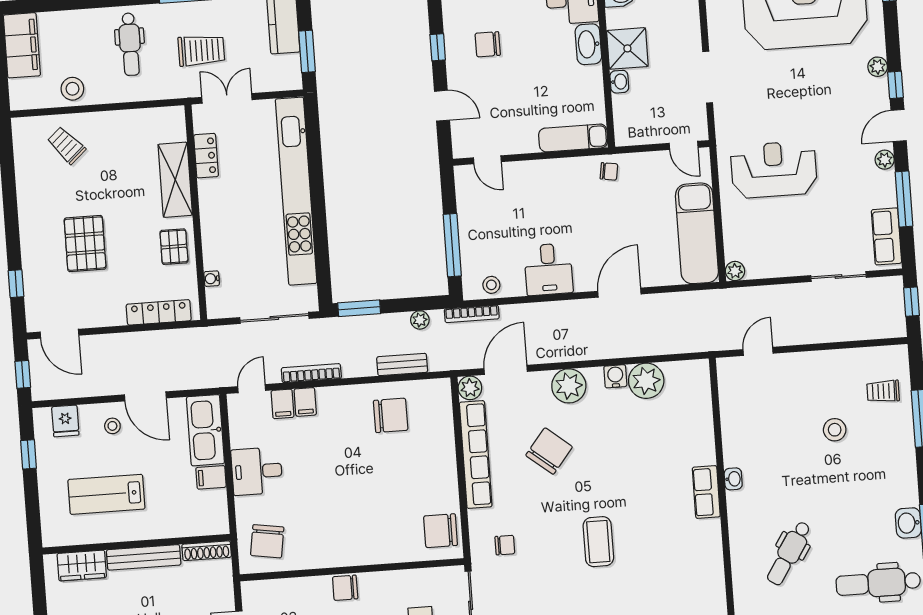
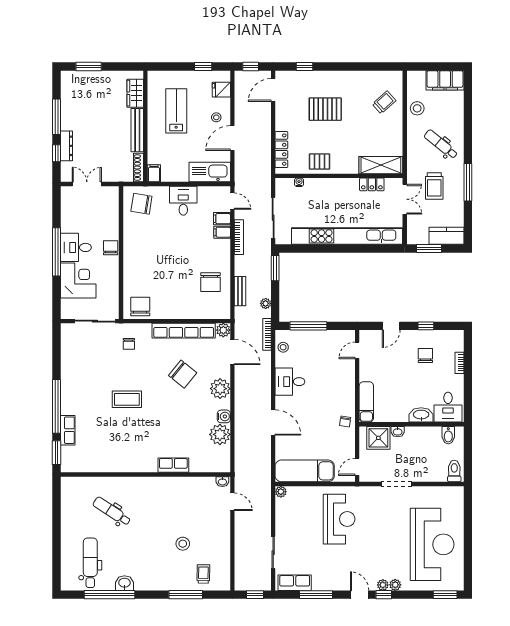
dental chair: (130, 44) -> (441, 144), turned 39
shower: (627, 48) -> (378, 438), moved
plant: (885, 160) -> (383, 585), moved
shelving: (175, 180) -> (381, 165), moved
filing cabinet: (211, 477) -> (154, 173), moved
washbasin: (733, 479) -> (222, 482), moved
row of seats: (706, 492) -> (173, 465), moved

